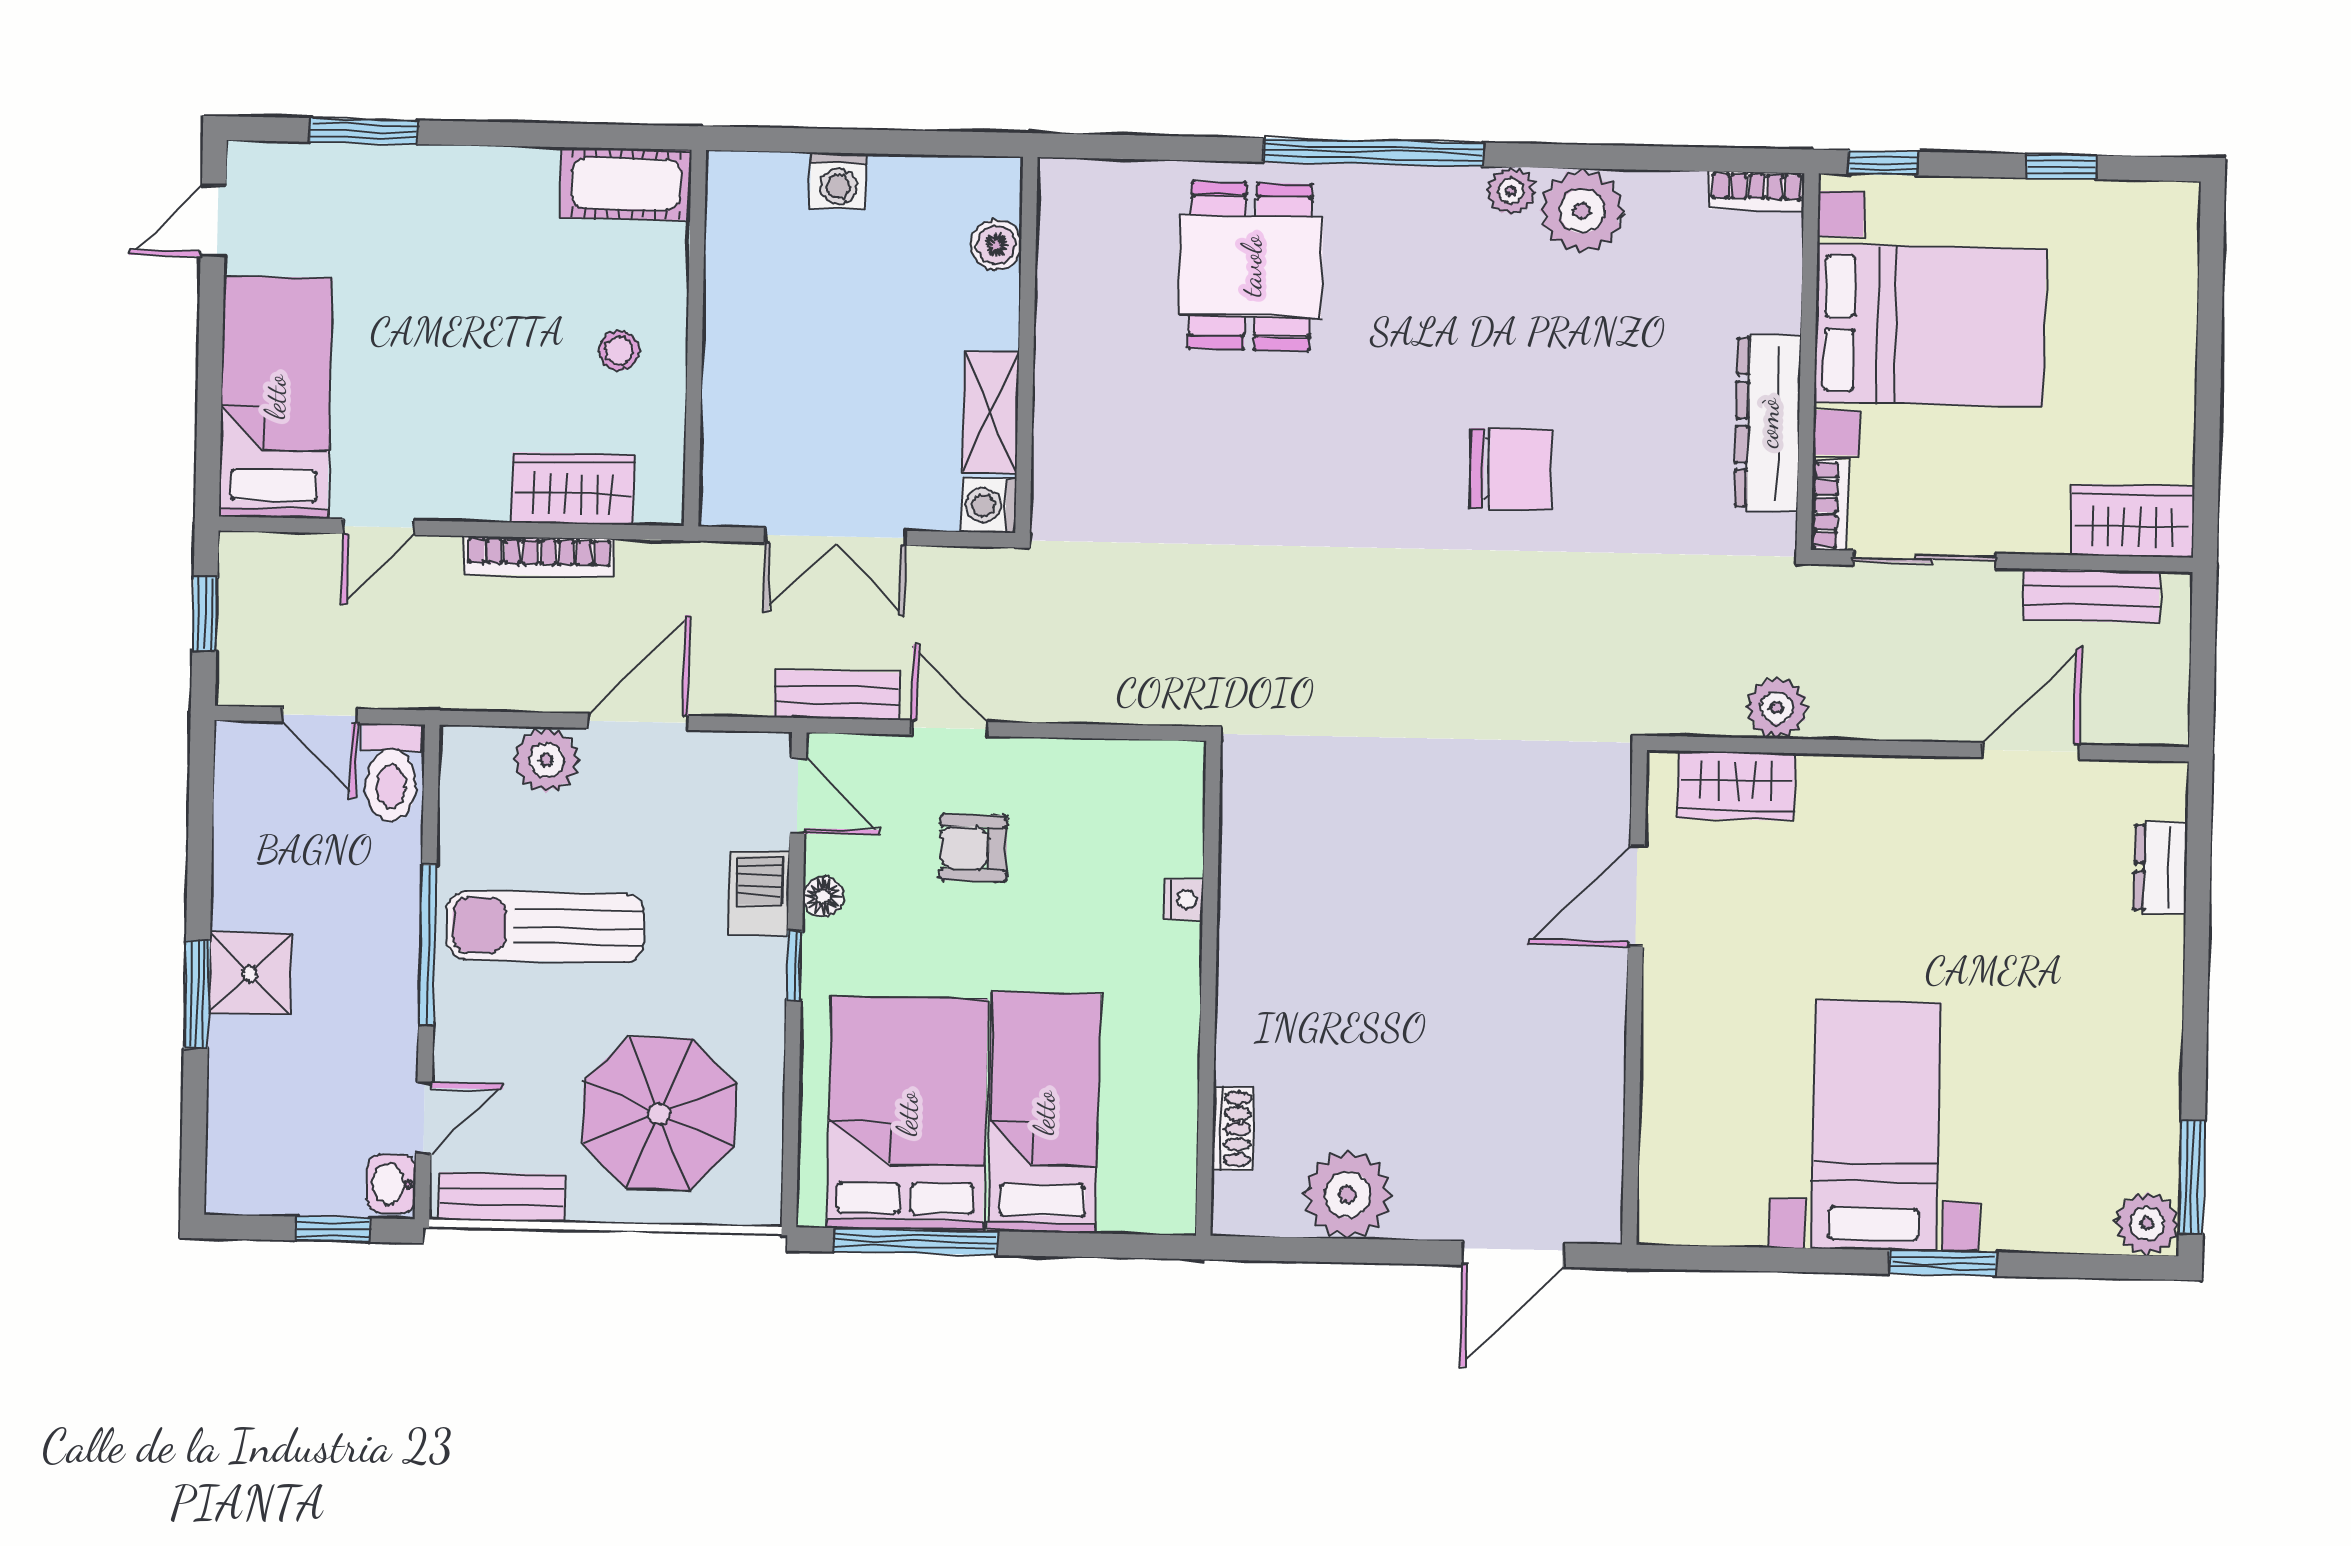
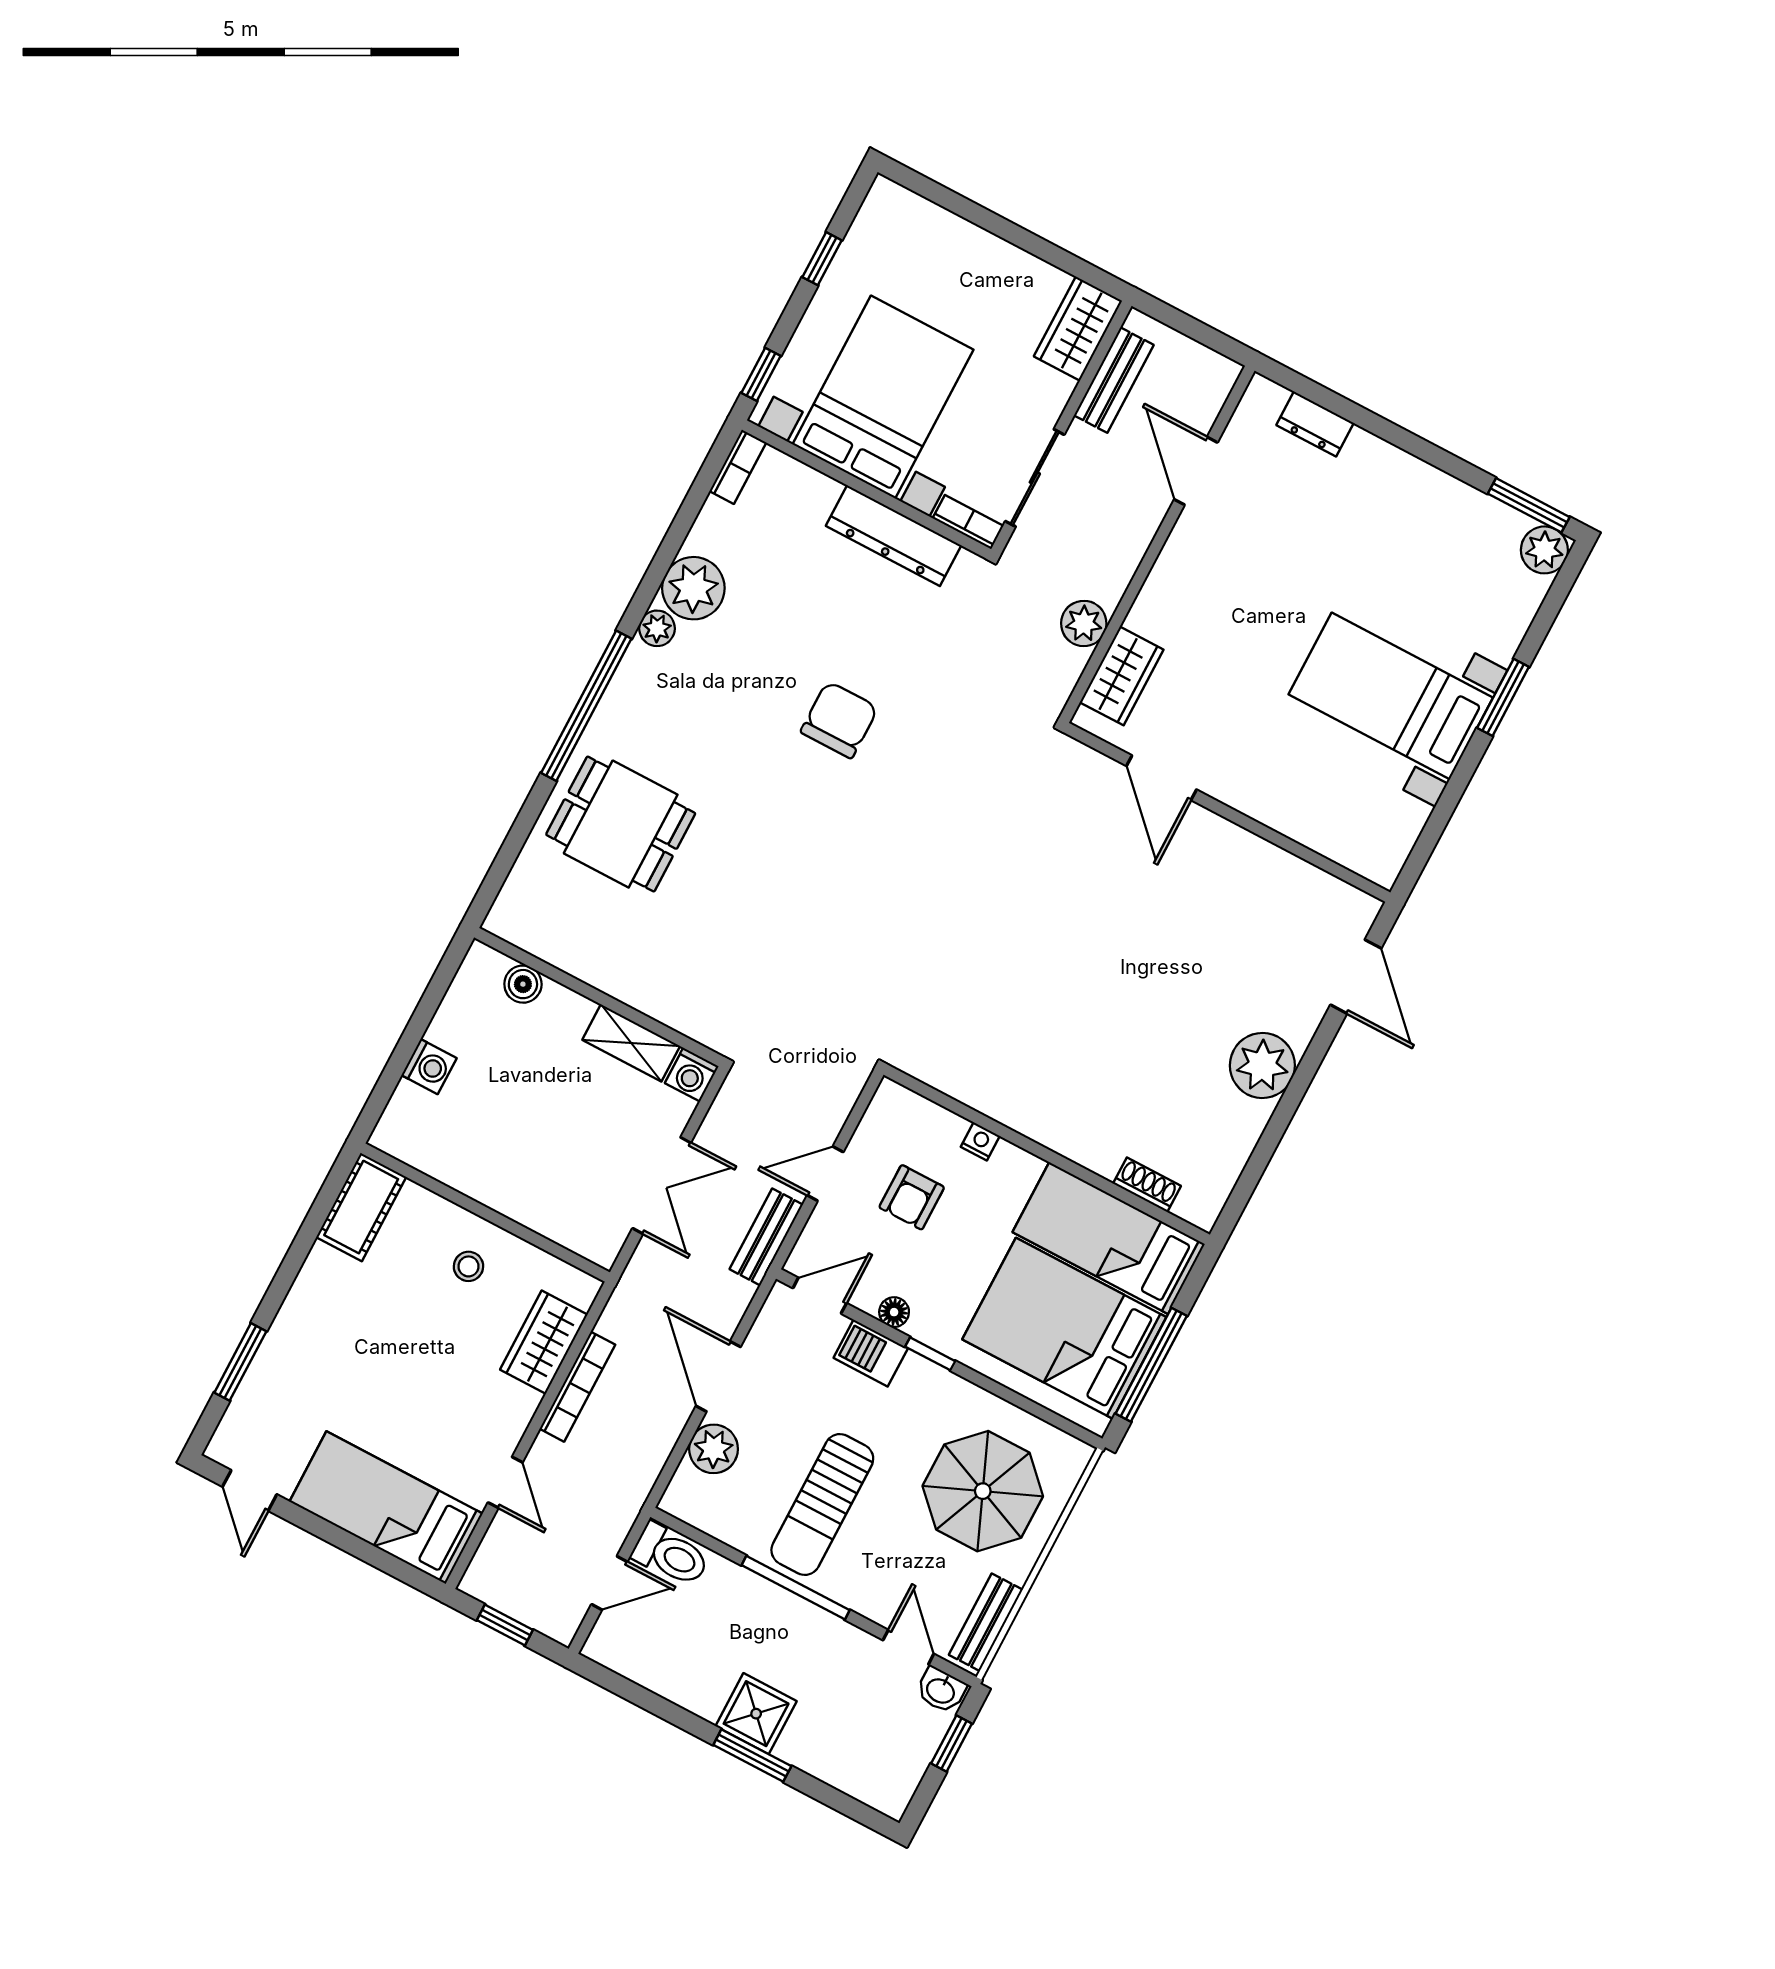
nightstand: (1184, 899) -> (980, 1141), moved
wall: (1208, 988) -> (1047, 1155), moved
shoe rack: (1233, 1129) -> (1147, 1185), moved

